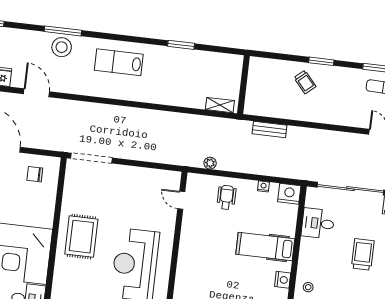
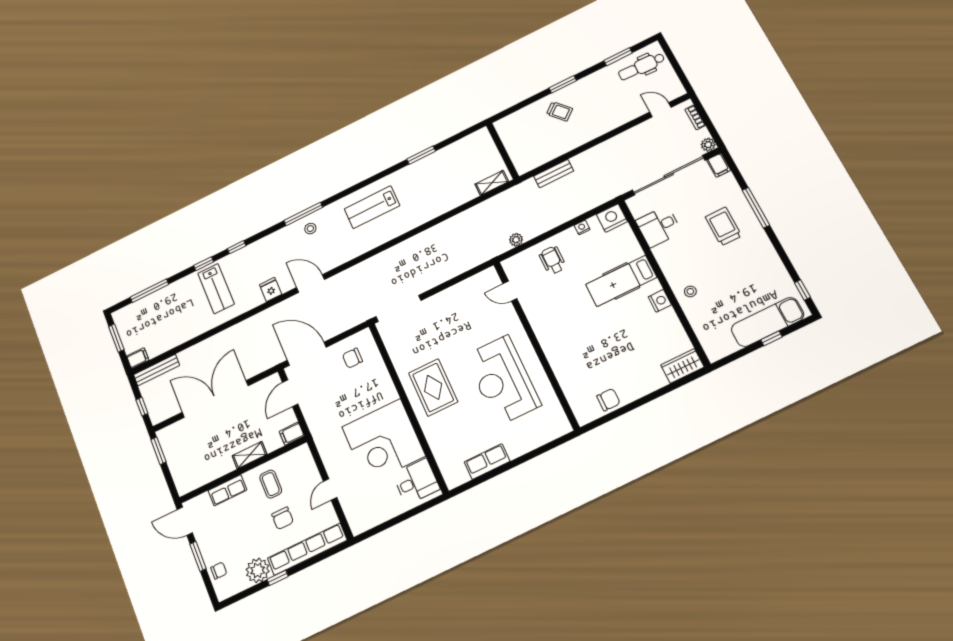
stool: (62, 47) -> (310, 229), width x0.53, depth x0.53

